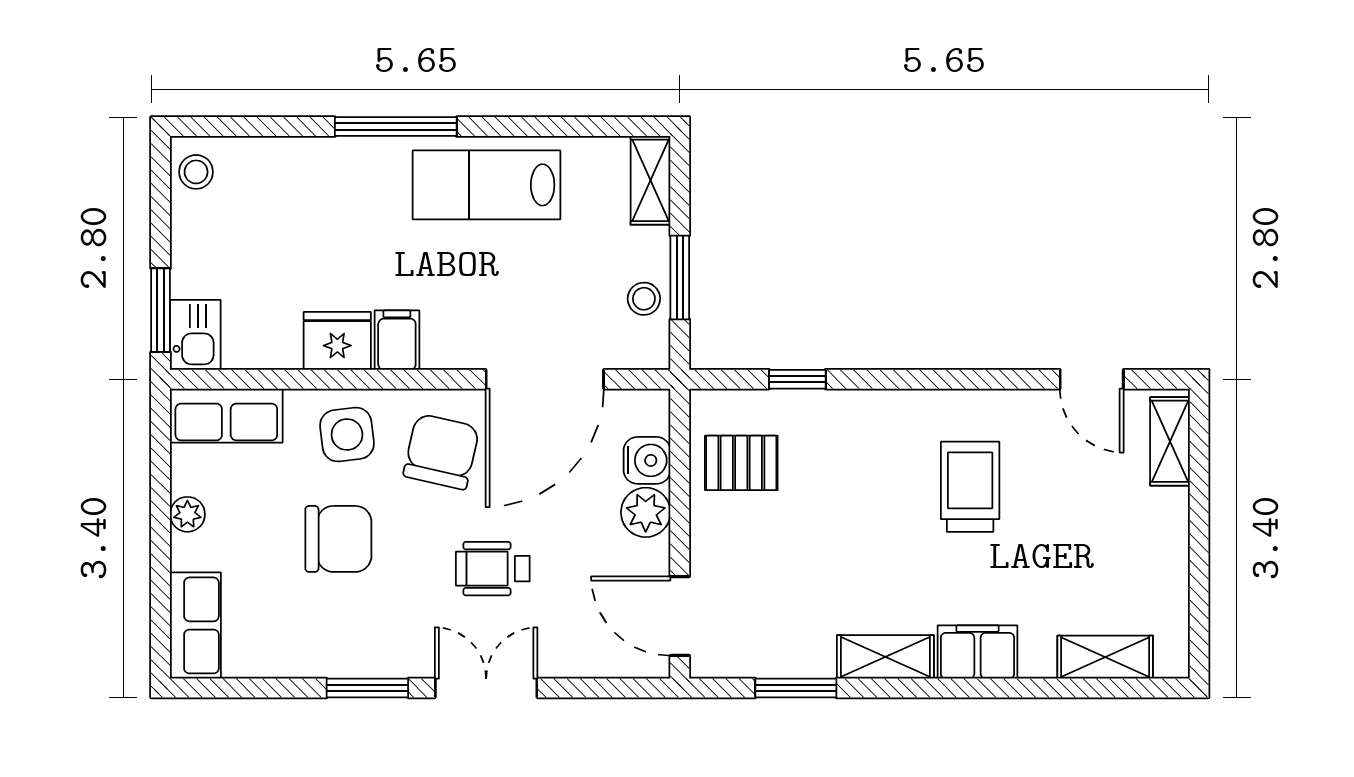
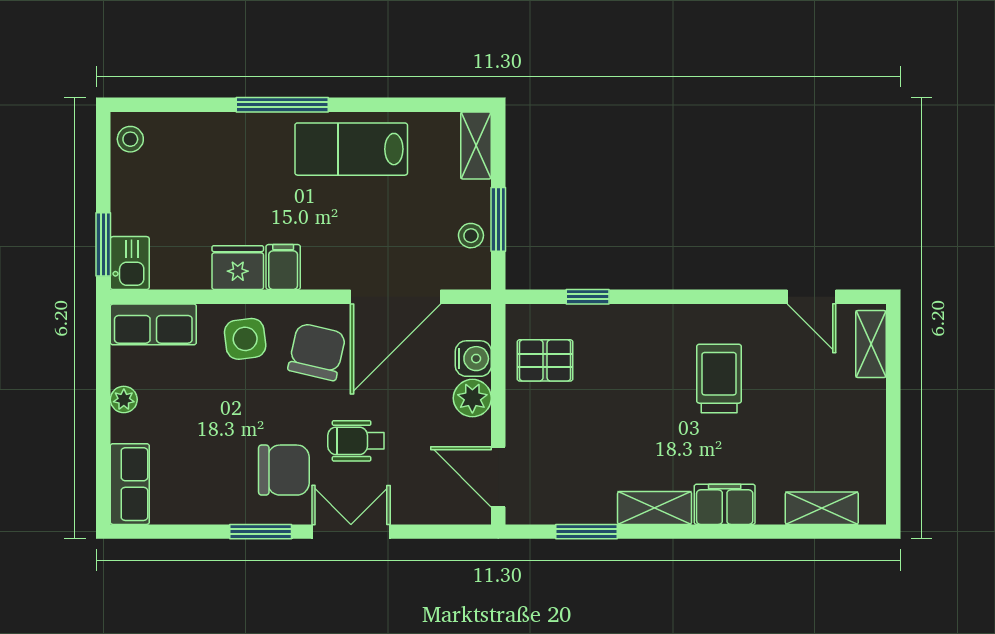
chair: (338, 539) -> (284, 470), moved

